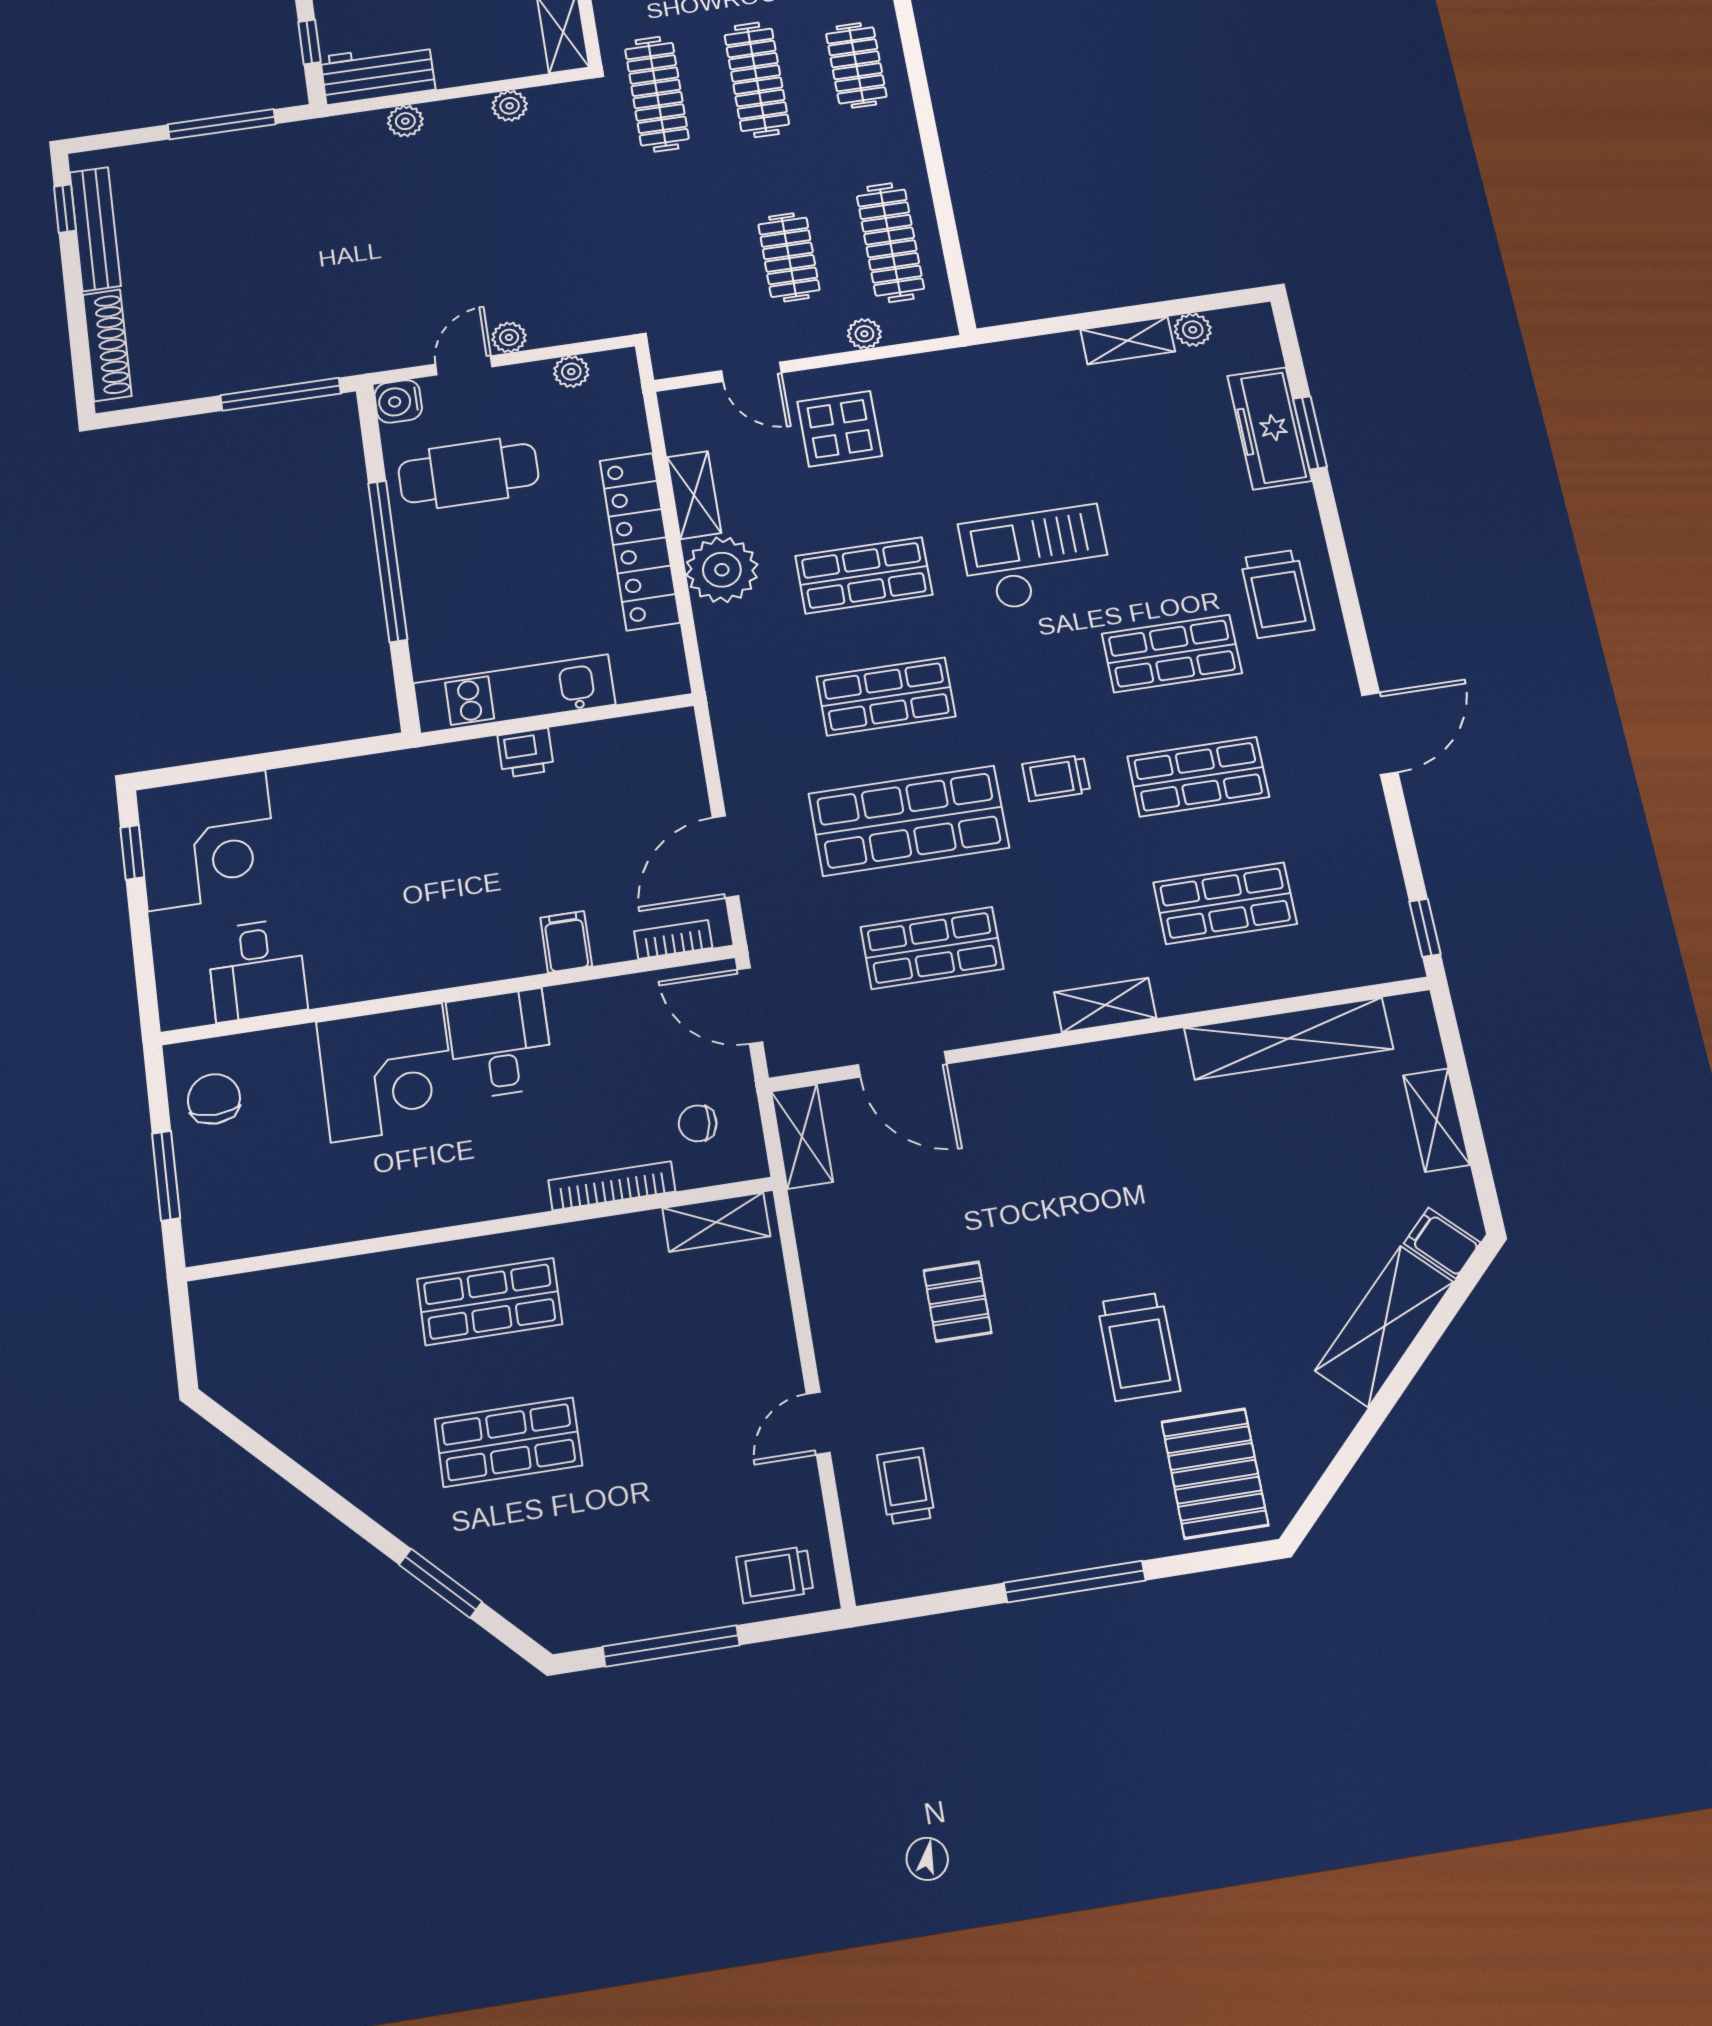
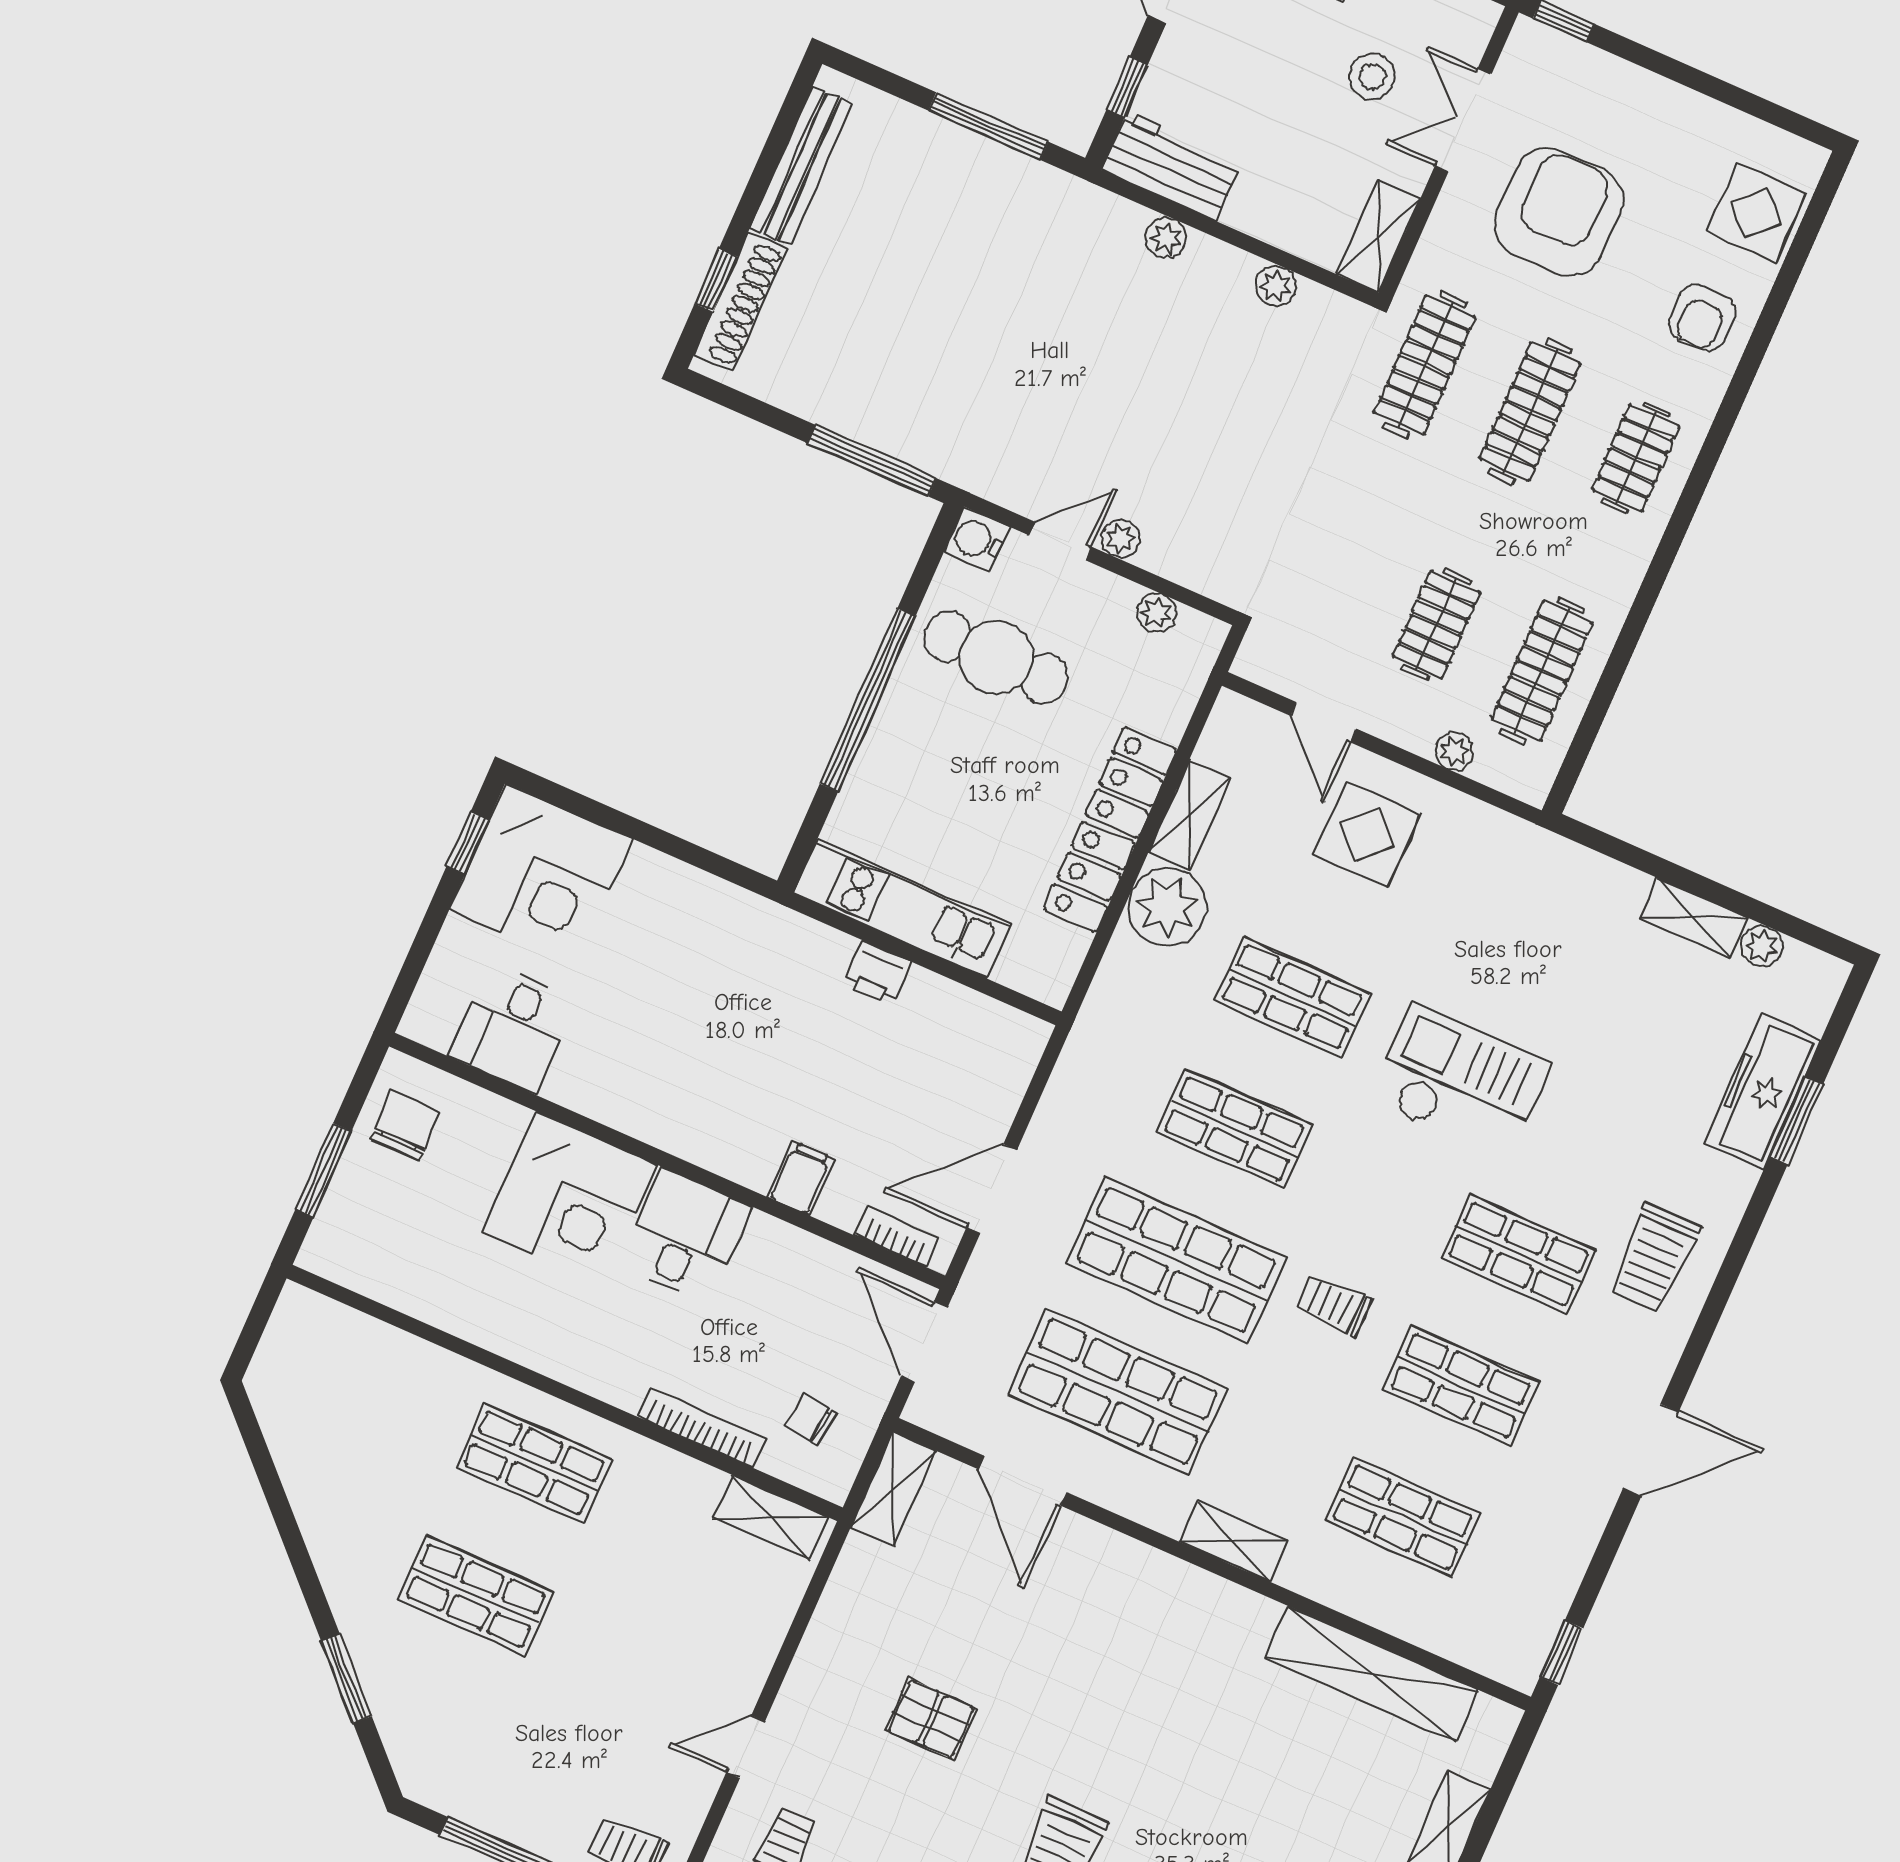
window: (65, 209) -> (716, 280), moved
shop shelf: (932, 948) -> (1118, 1392), width x1.43, depth x1.36
pallet: (957, 1302) -> (931, 1719), turned 90

